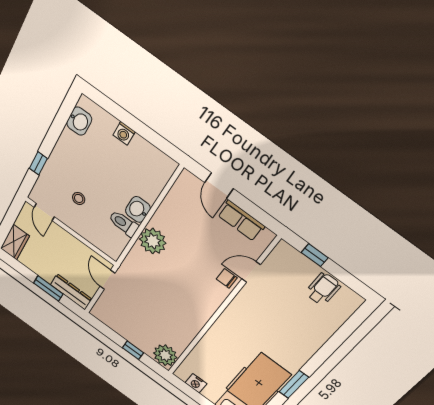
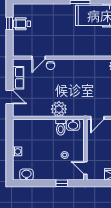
door: (219, 186) -> (9, 97), hinge flipped
washbasin: (138, 209) -> (73, 125), moved
door: (44, 212) -> (85, 168), swing flipped
window: (315, 255) -> (9, 23), moved
door: (251, 272) -> (39, 58), hinge flipped

